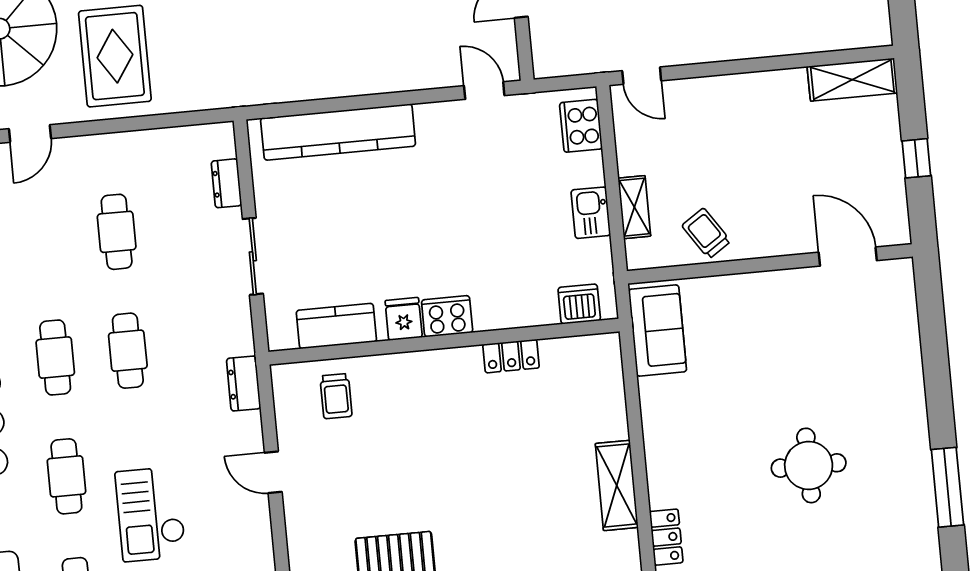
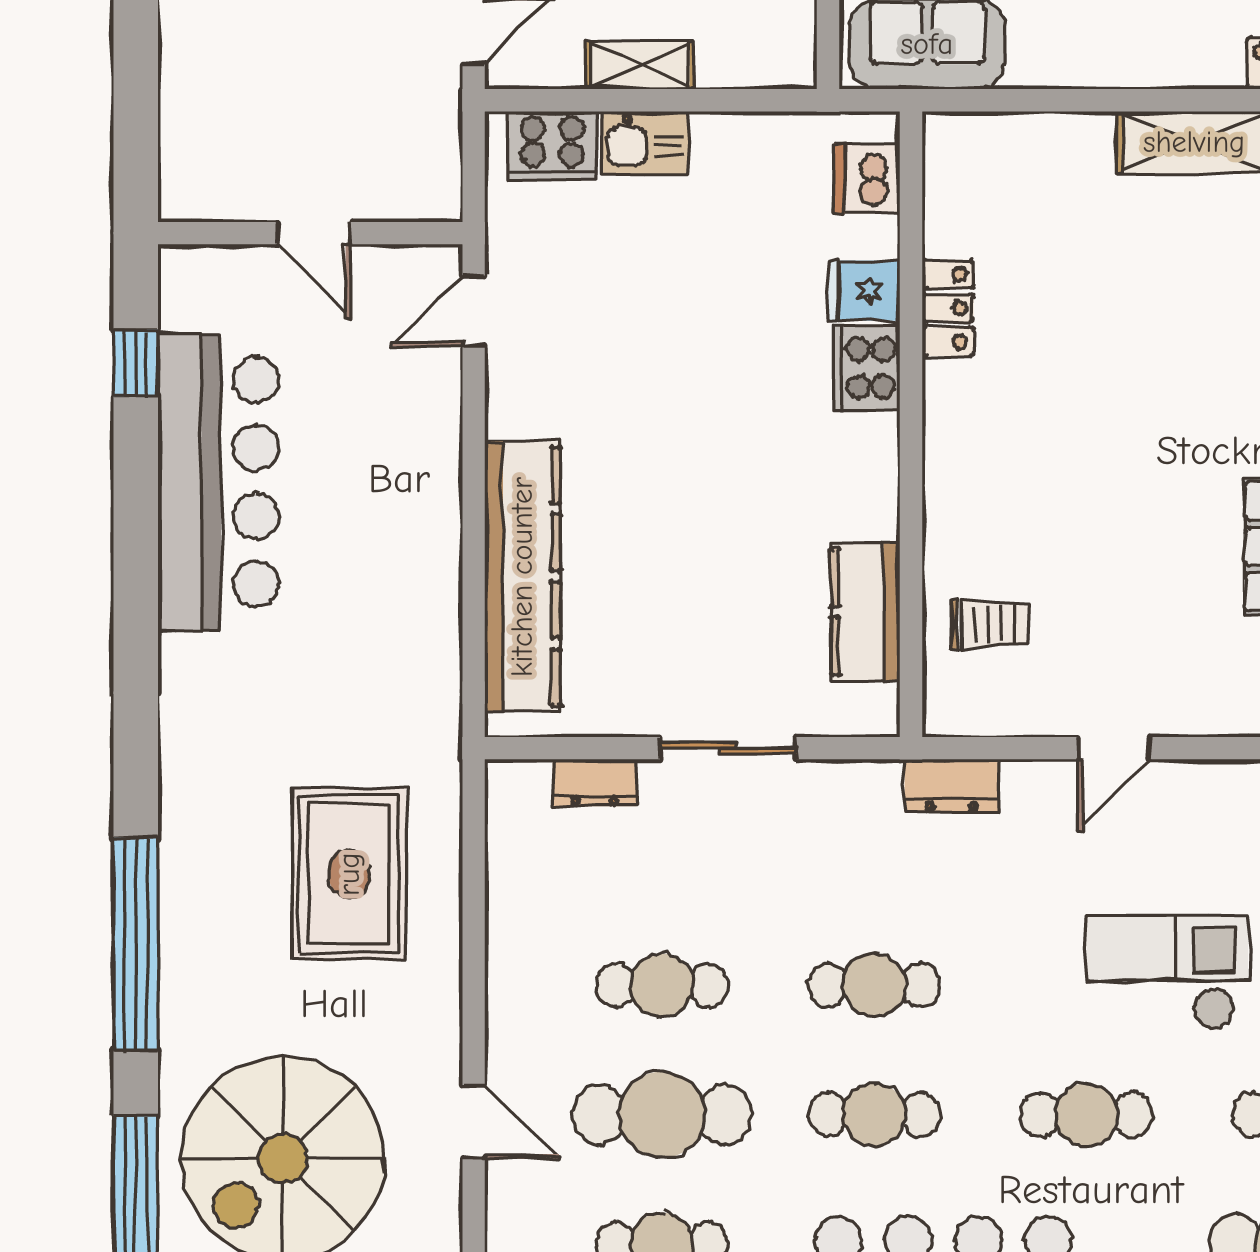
rug: (115, 56) -> (349, 874), moved, turned 90
shelving: (634, 207) -> (640, 65), moved
kitchen sink: (591, 213) -> (644, 143), moved
cafe table: (44, 239) -> (662, 1115), added
cooker: (447, 316) -> (867, 368), moved
fridge: (404, 319) -> (864, 291), moved
checkout: (151, 514) -> (1167, 972), turned 180

